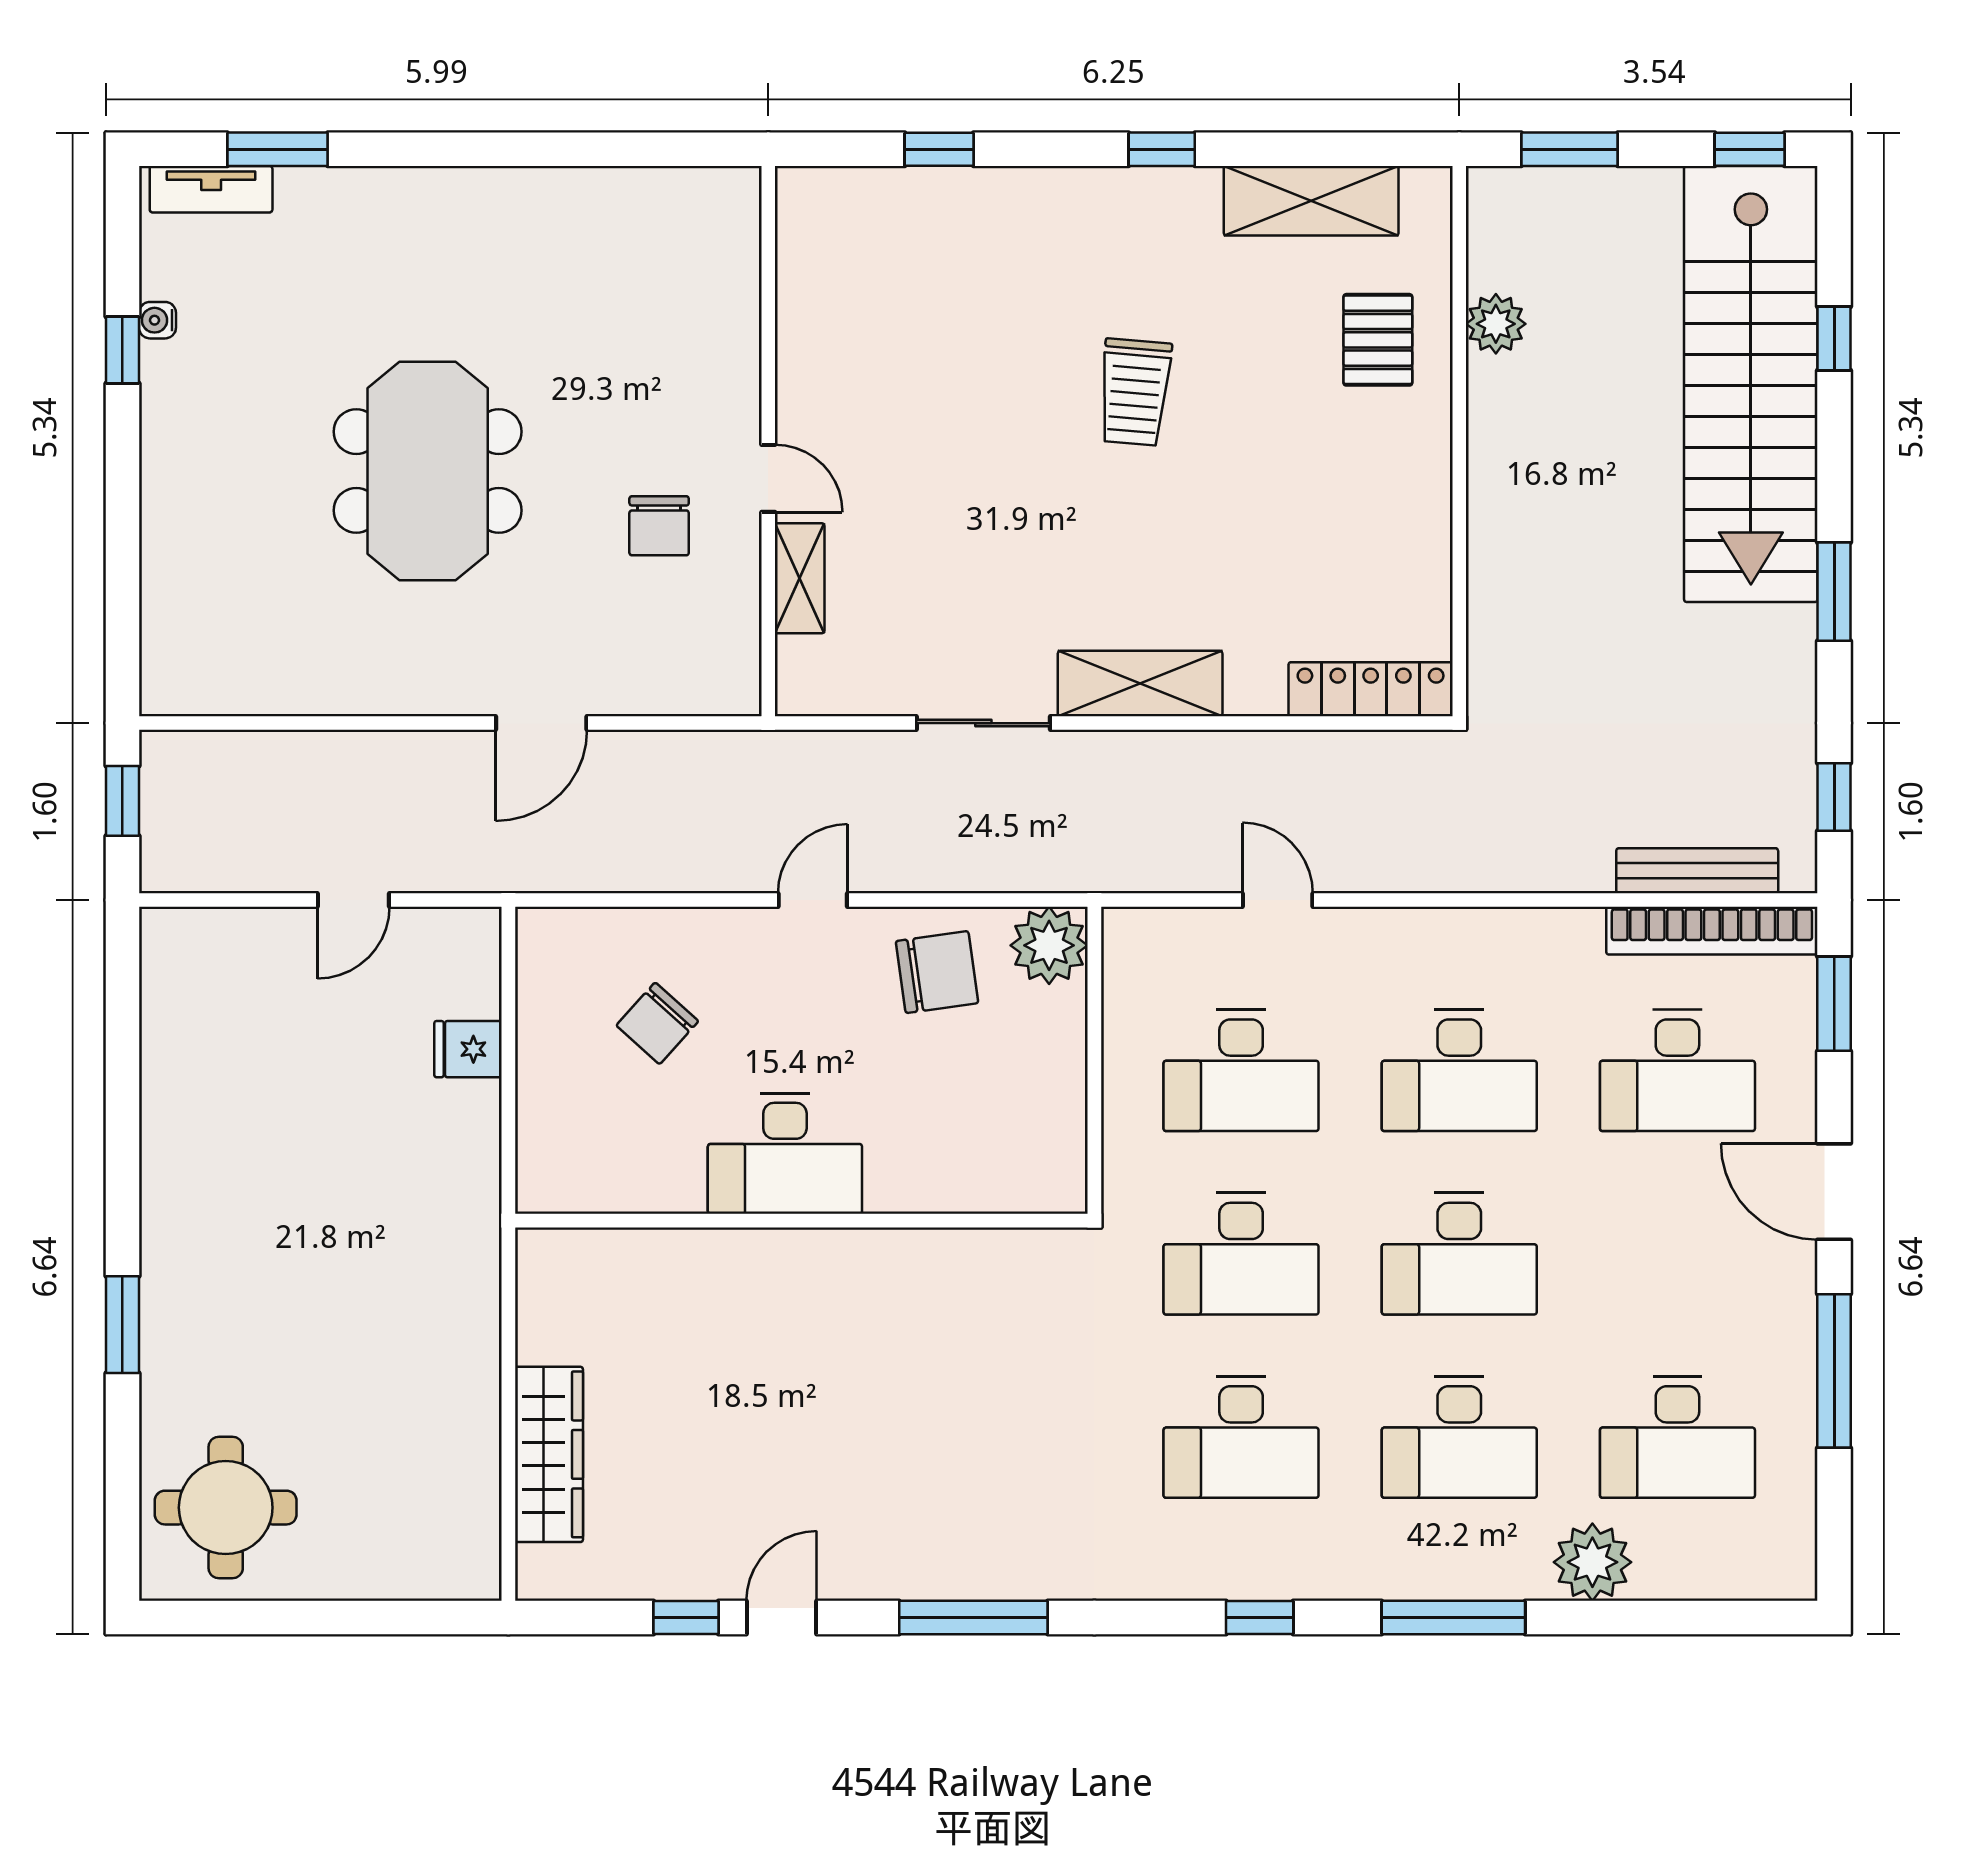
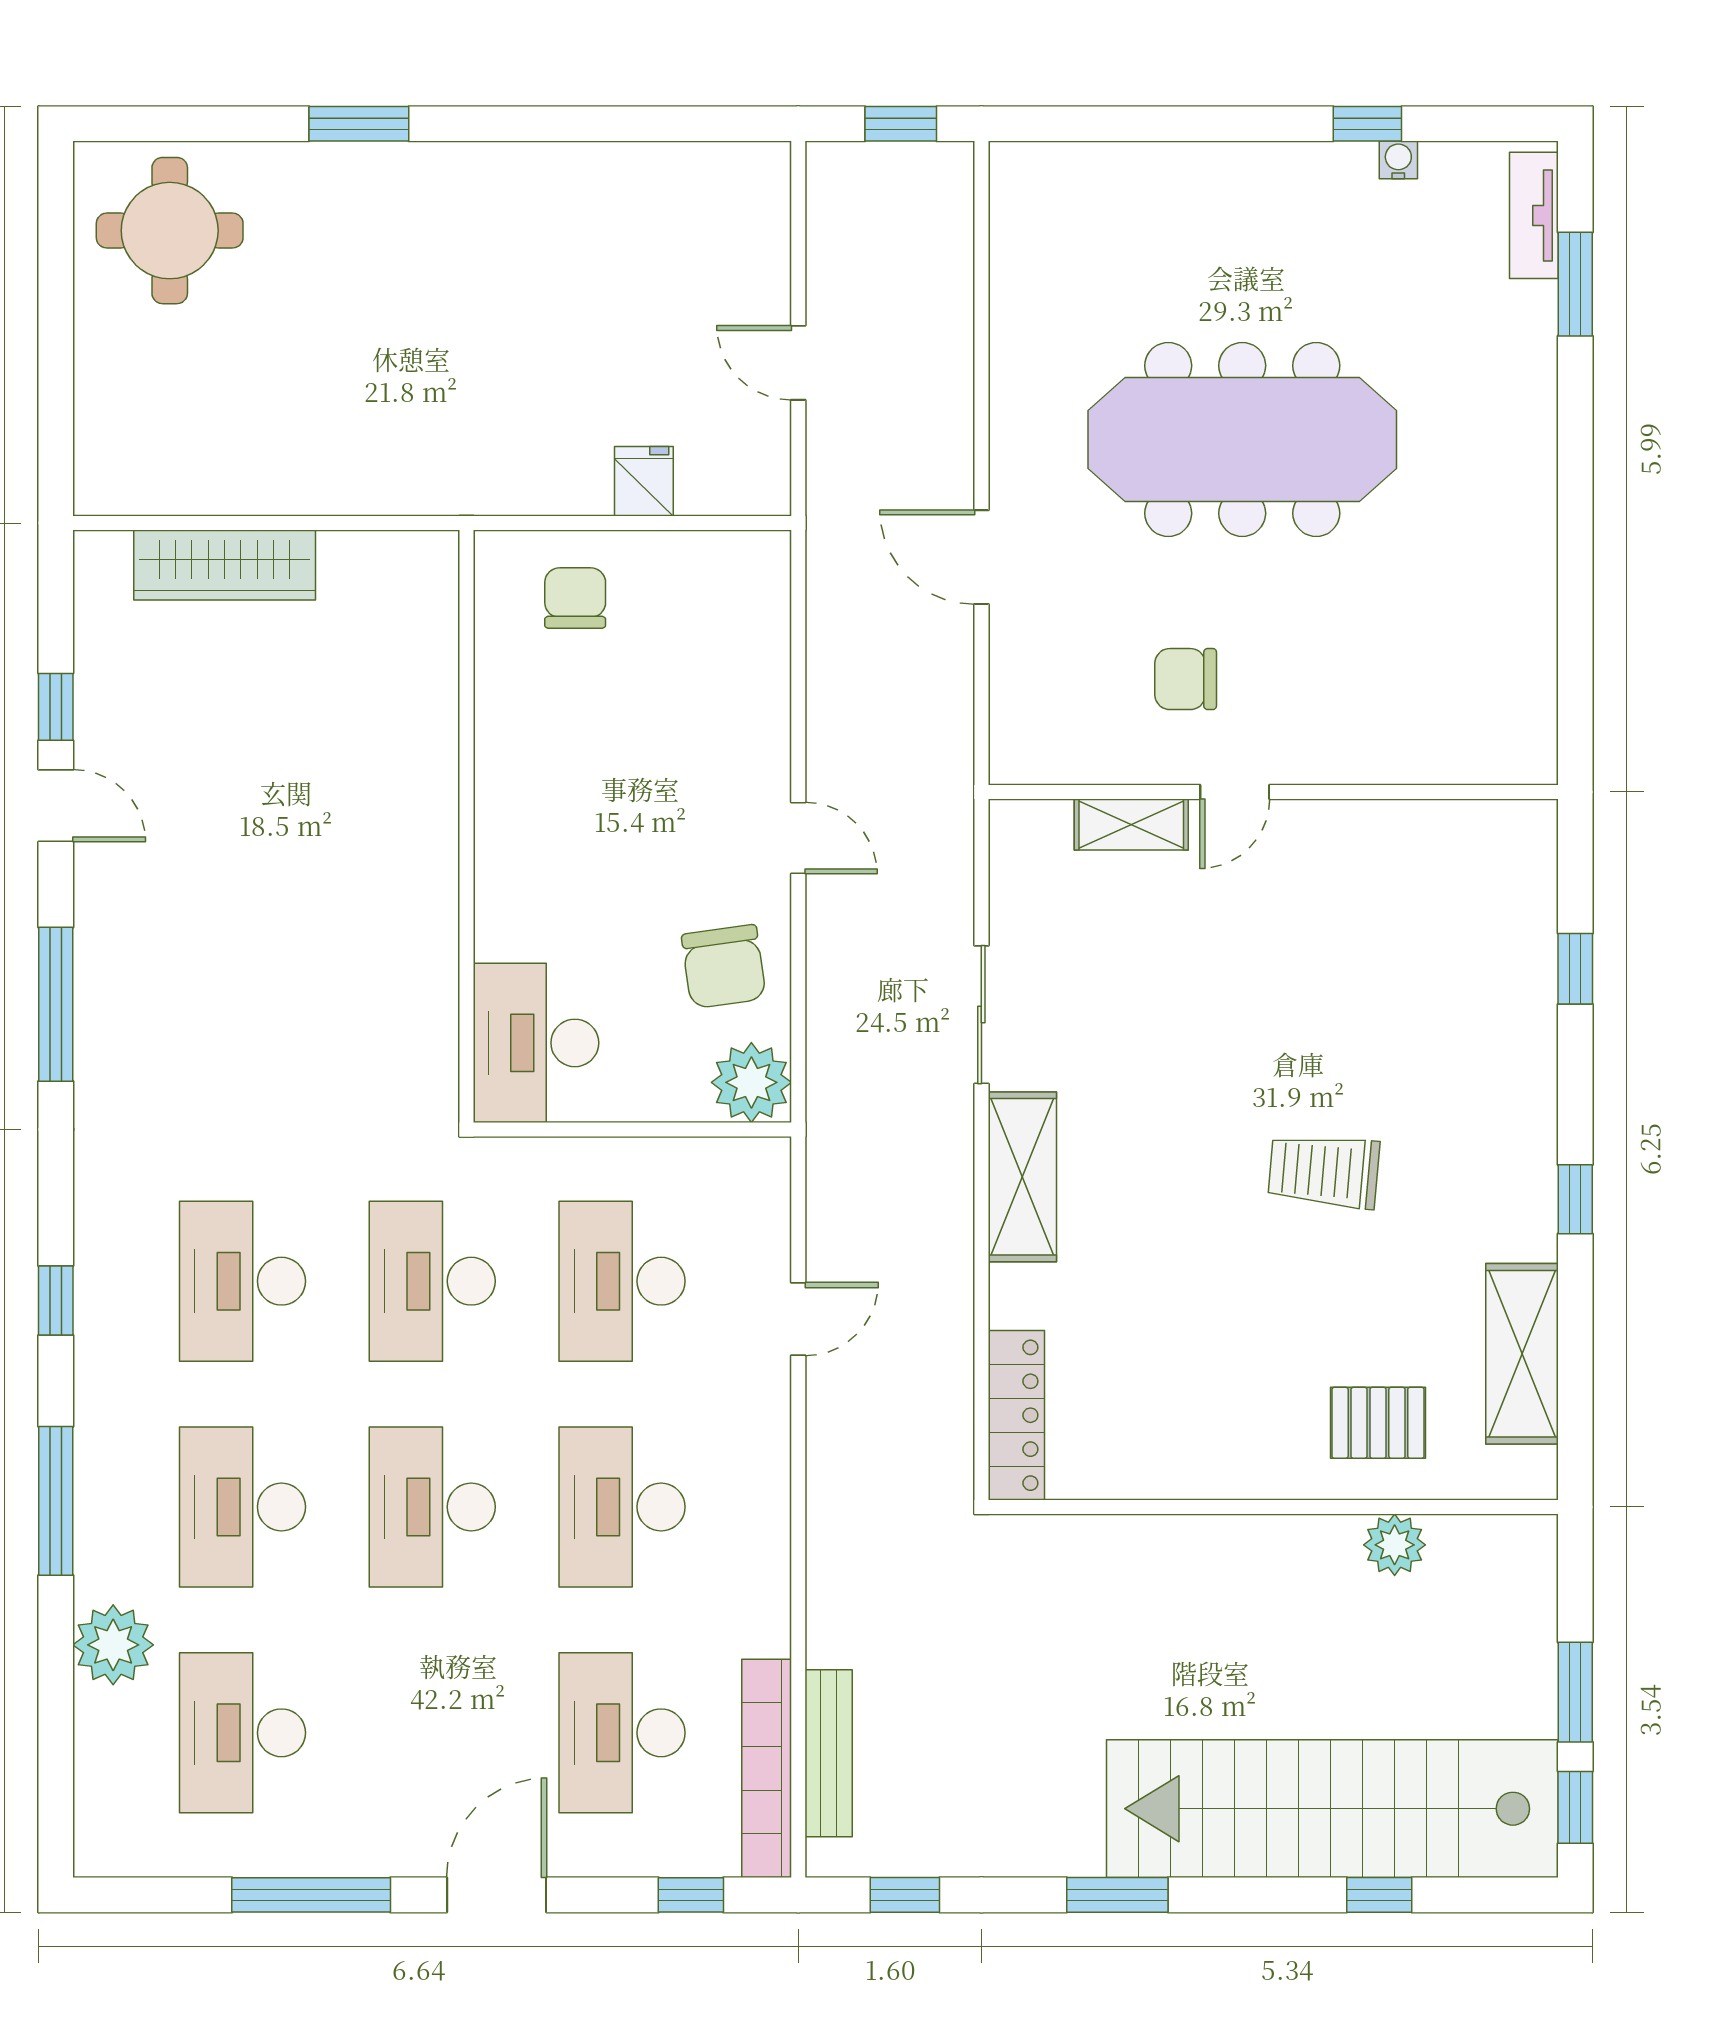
window: (1570, 149) -> (1575, 1692), moved
meeting table: (428, 471) -> (1242, 439), width x1.36
window: (1834, 1004) -> (691, 1895), width x0.67
chair: (657, 1023) -> (575, 598), moved, turned 48
desk: (785, 1153) -> (536, 1043), moved

